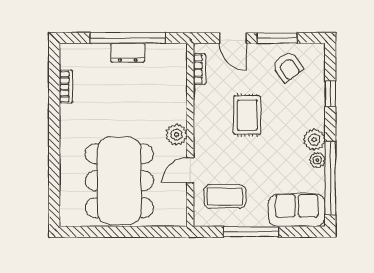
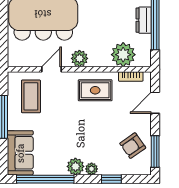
window: (277, 38) -> (155, 152), moved
plant: (172, 79) -> (123, 55), added
rug: (247, 115) -> (95, 90), moved
plant: (317, 160) -> (92, 169), moved
door: (190, 170) -> (51, 69), hinge flipped

